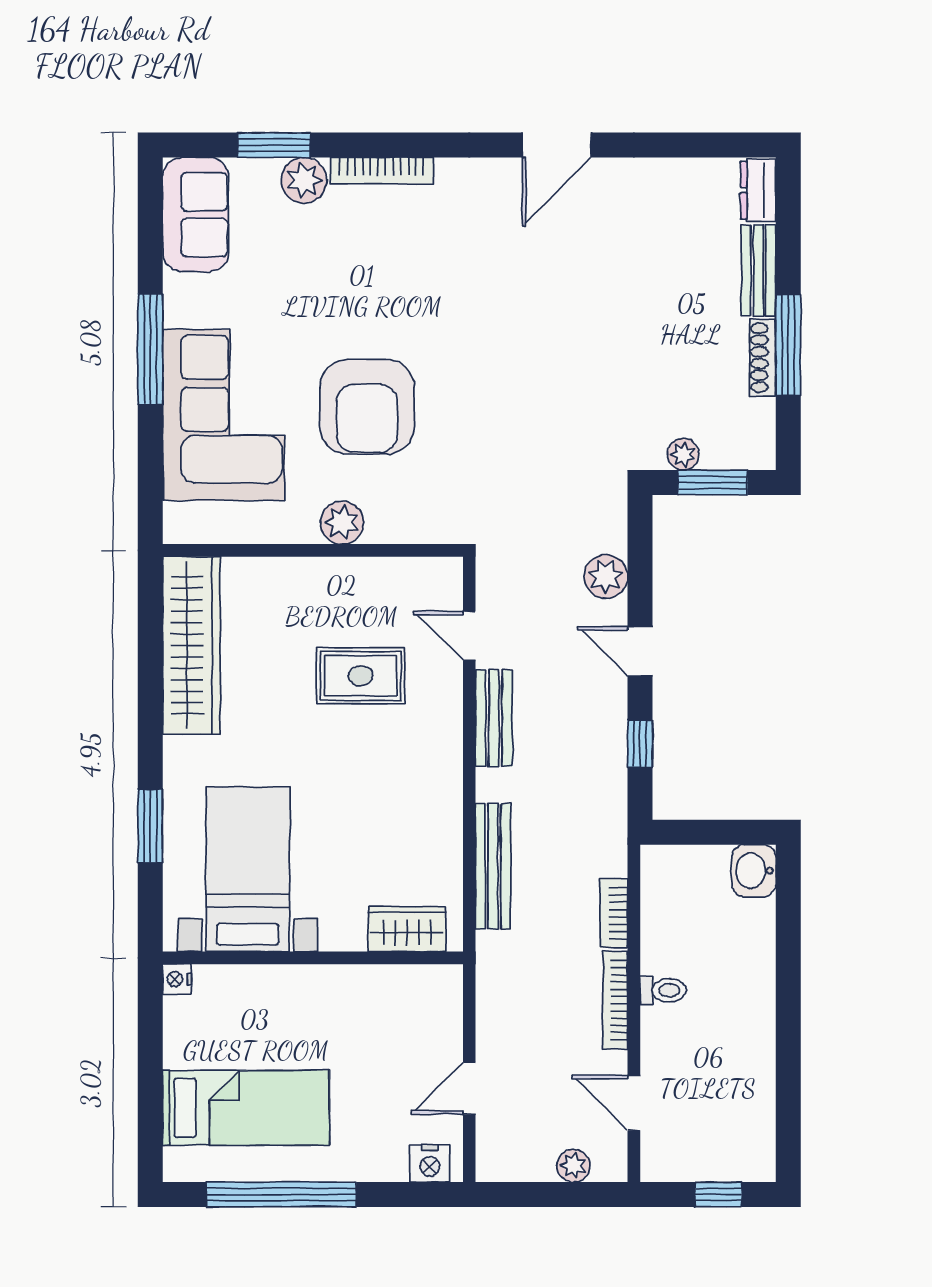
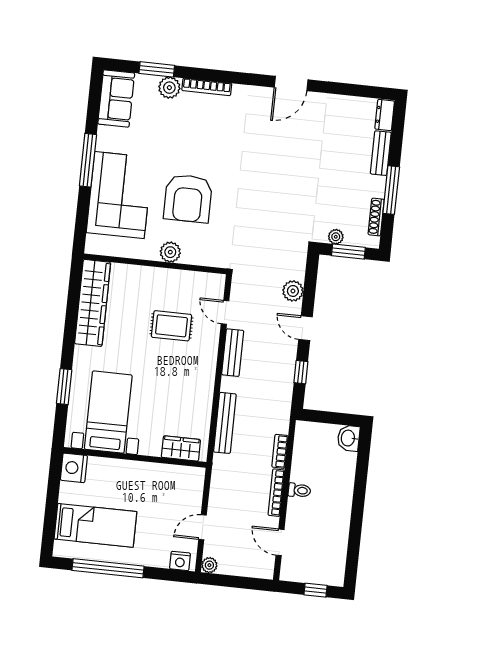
shoe rack: (763, 358) -> (376, 217), moved
nightstand: (177, 979) -> (74, 468), width x1.89, depth x1.79
plant: (573, 1166) -> (209, 565), moved

